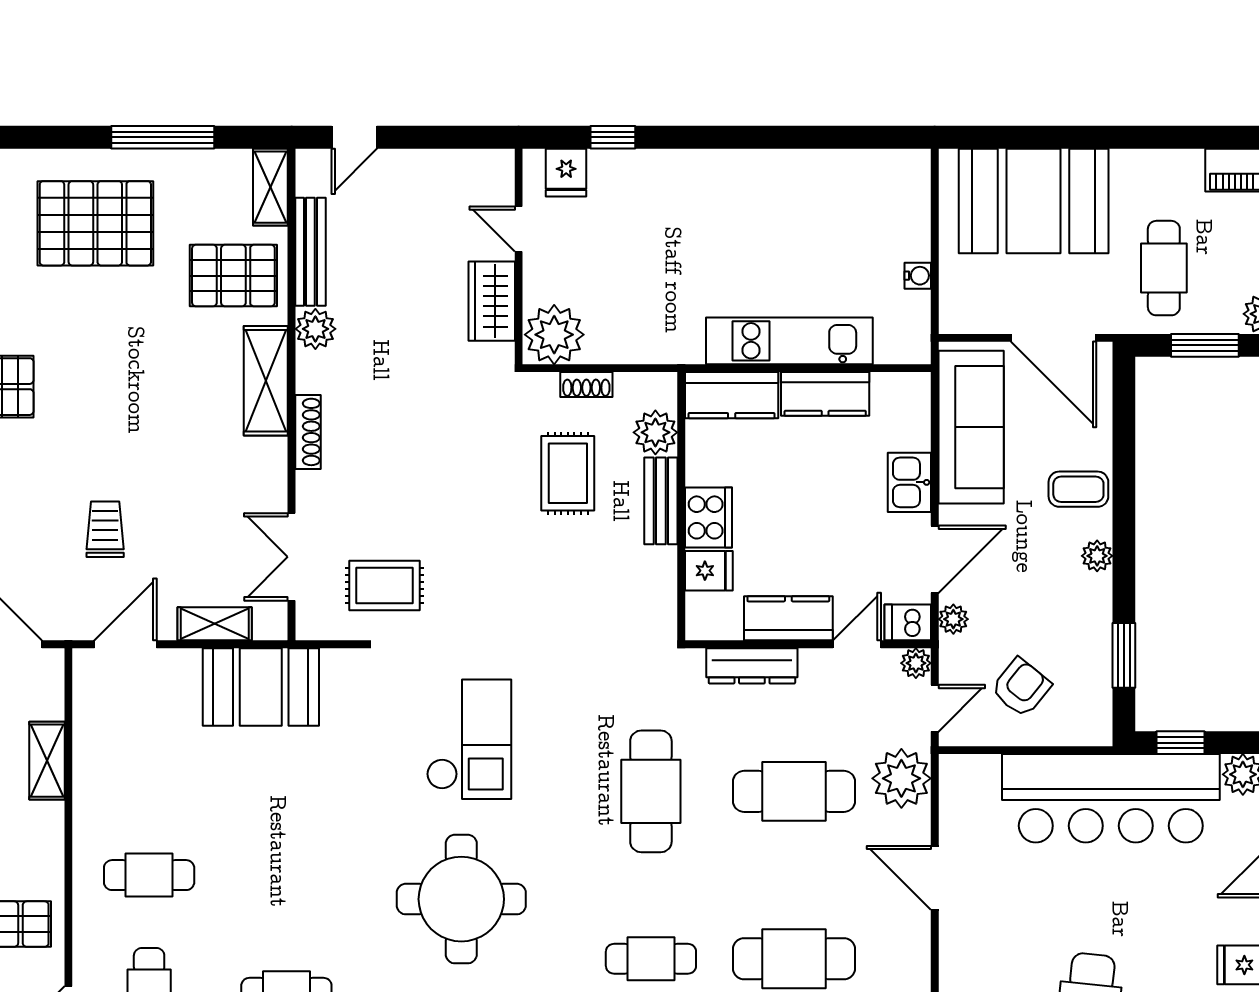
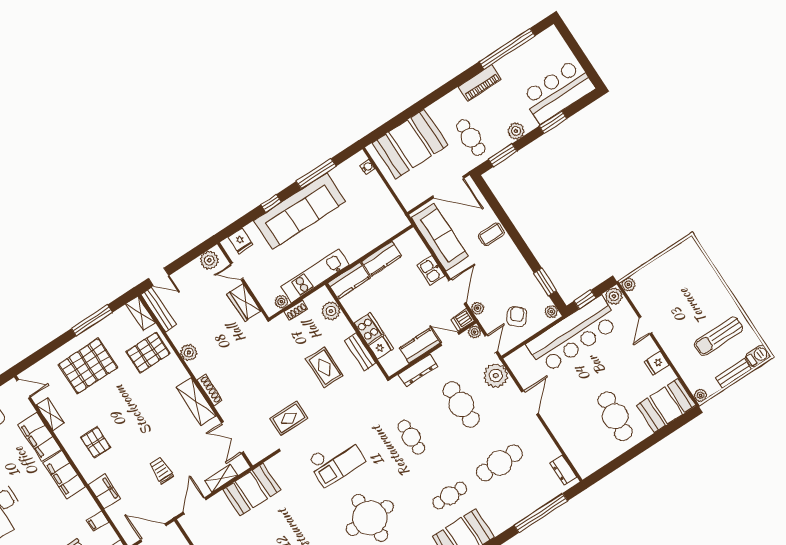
door: (354, 137) -> (159, 277), hinge flipped
window: (613, 137) -> (271, 203), moved
window: (806, 137) -> (316, 174), added
plant: (478, 171) -> (209, 260), added
sofa: (724, 190) -> (300, 211), added
bench: (310, 252) -> (158, 310), moved
water cooler: (918, 276) -> (367, 167), moved
plant: (554, 335) -> (281, 302), width x0.53, depth x0.53
kitchen unit: (789, 341) -> (315, 276), moved
shelving: (266, 381) -> (196, 401), moved
rug: (568, 473) -> (324, 367), moved
bench: (661, 501) -> (361, 352), moved
plant: (1097, 556) -> (551, 312), moved
rug: (384, 586) -> (289, 418), moved
door: (857, 644) -> (450, 339), hinge flipped
checkout: (469, 739) -> (336, 461), turned 90
cafe table: (651, 791) -> (411, 437), width x0.73, depth x0.74
cafe table: (794, 791) -> (461, 405), turned 90
door: (935, 878) -> (530, 403), swing flipped

